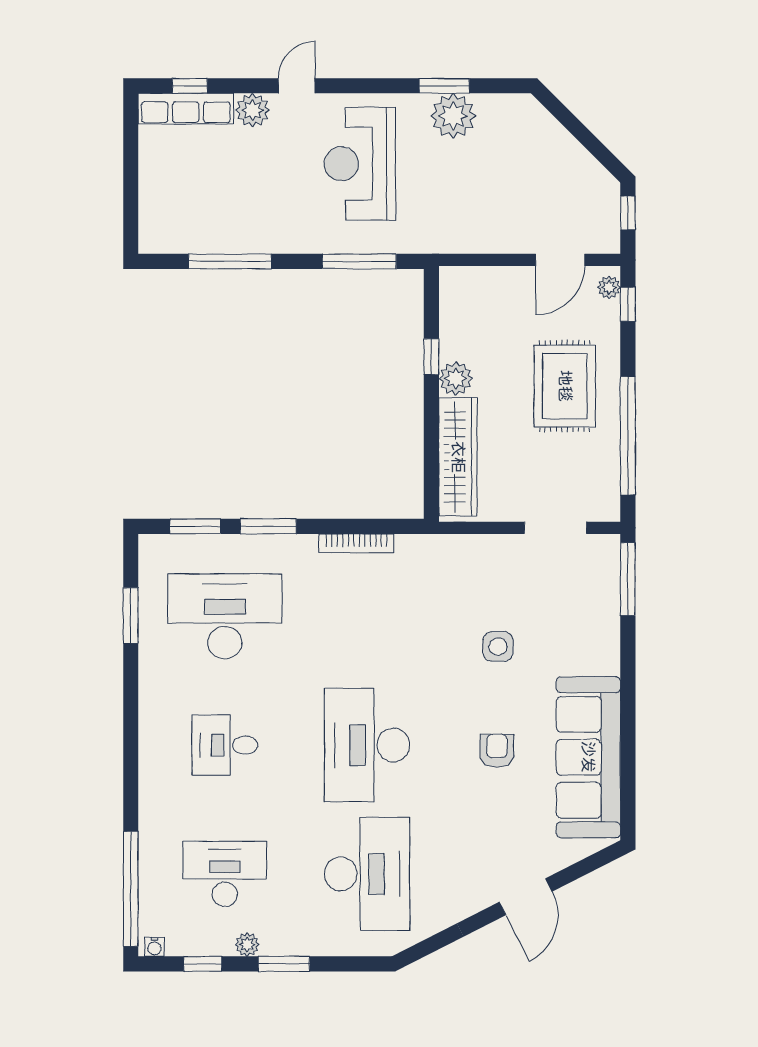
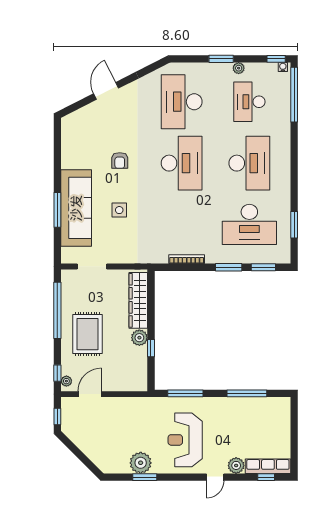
reception desk: (360, 164) -> (185, 440), turned 180
window: (628, 579) -> (57, 210), moved
desk: (225, 745) -> (249, 163), width x1.87, depth x1.30
sofa: (588, 757) -> (76, 208), moved
desk: (225, 874) -> (249, 102), turned 90
window: (203, 964) -> (276, 59), moved

